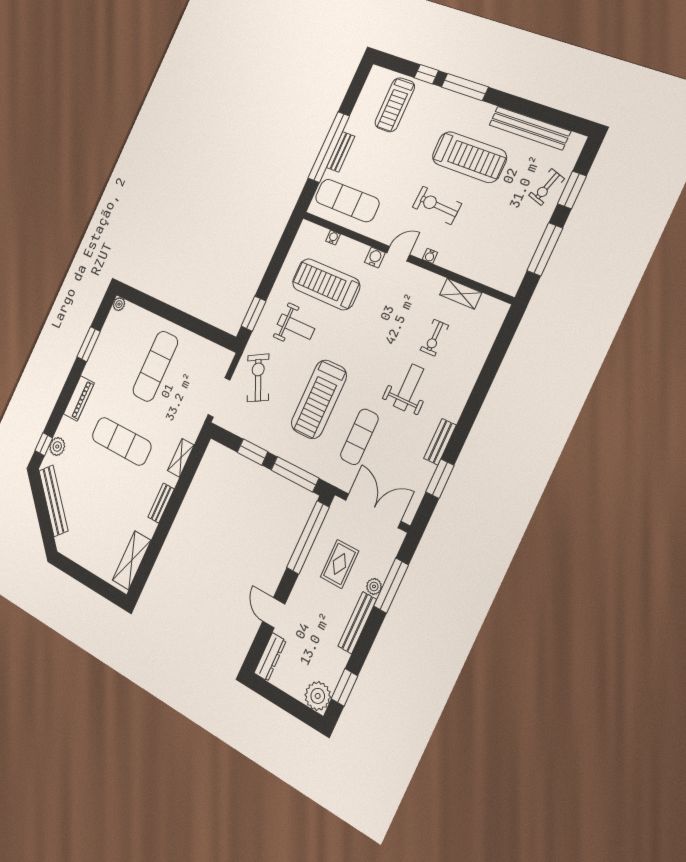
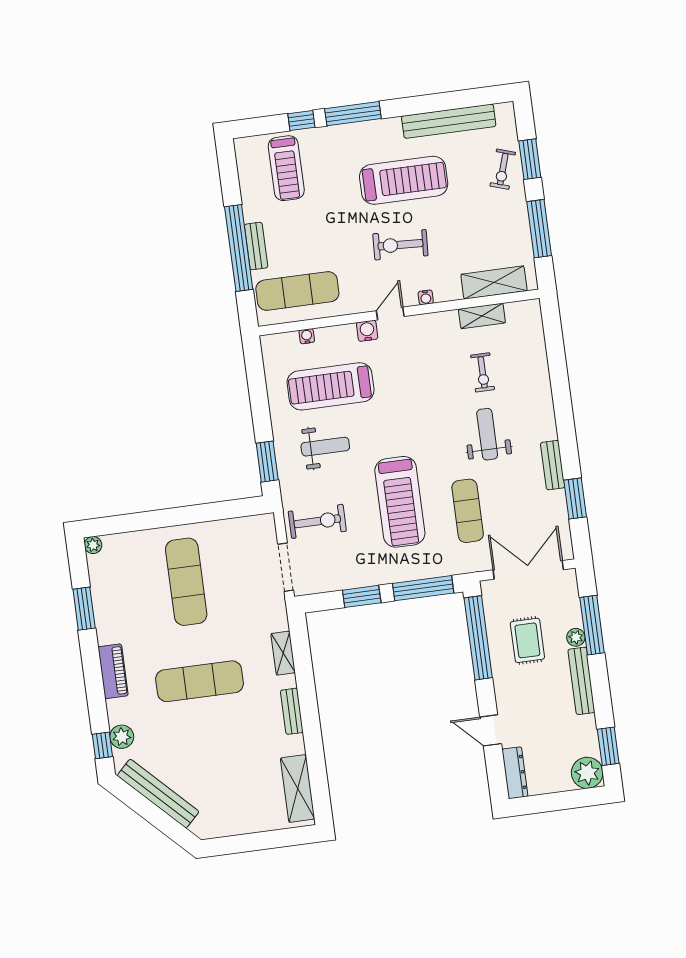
shelving: (485, 273) -> (494, 283), added
exercise bike: (258, 378) -> (317, 521), turned 117

